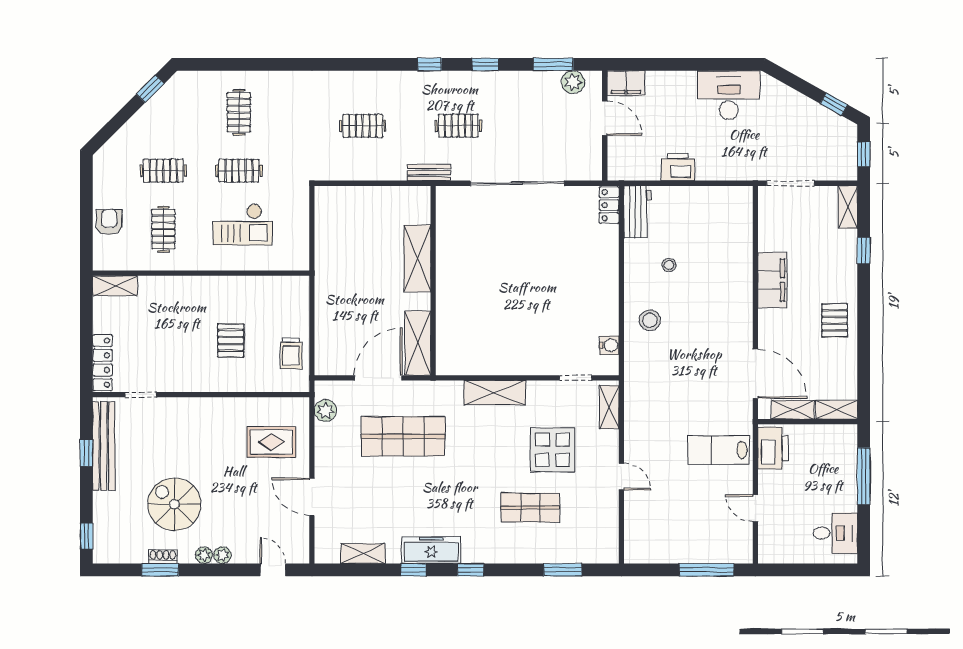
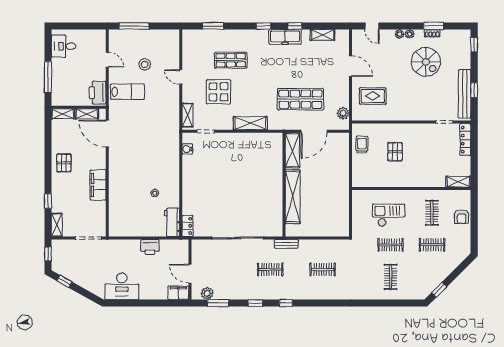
shelving: (417, 258) -> (293, 197), width x1.47
stool: (650, 320) -> (145, 64), moved

